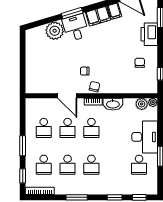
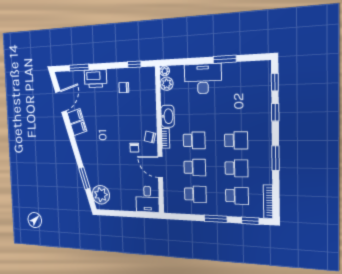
window: (72, 13) -> (84, 178), moved
filing cabinet: (98, 16) -> (79, 128), width x0.50
desk: (76, 28) -> (147, 199), moved, turned -73
plant: (55, 31) -> (101, 195), moved
door: (67, 96) -> (160, 167), swing flipped
school desk: (139, 165) -> (235, 84), removed

